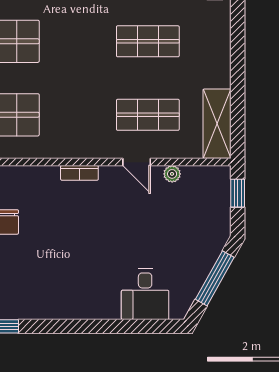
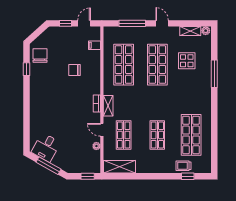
shelving: (84, 149) -> (108, 106), added
door: (137, 162) -> (102, 130), hinge flipped
desk: (145, 294) -> (46, 147), moved, turned -61

